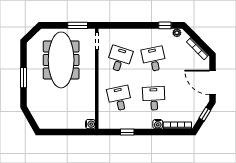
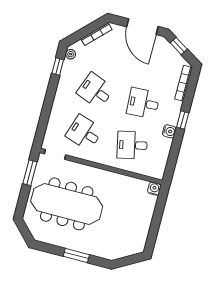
desk: (154, 59) -> (95, 91), turned 33
door: (212, 82) -> (142, 27), hinge flipped
water cooler: (158, 124) -> (169, 131), moved
window: (127, 132) -> (183, 120), moved

